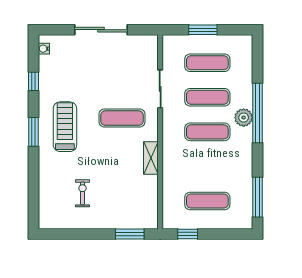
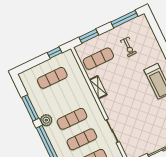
exercise mat: (122, 118) -> (98, 59), moved
plant: (244, 118) -> (46, 120), moved
window: (257, 197) -> (30, 108), moved
window: (70, 234) -> (124, 19), added

